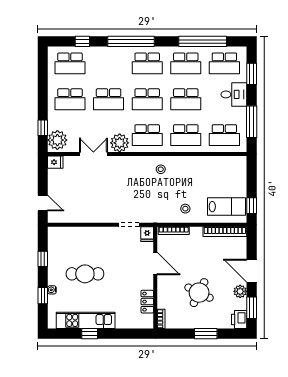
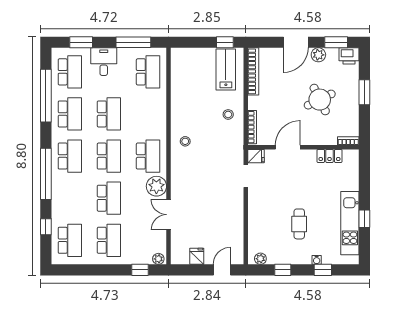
school desk: (186, 135) -> (148, 114), removed
plant: (57, 140) -> (158, 259), width x0.53, depth x0.53
fridge: (55, 162) -> (197, 256), moved
plant: (53, 238) -> (260, 259), added
cafe table: (85, 274) -> (299, 224), width x0.73, depth x0.74
round table: (199, 293) -> (320, 100), turned 38

